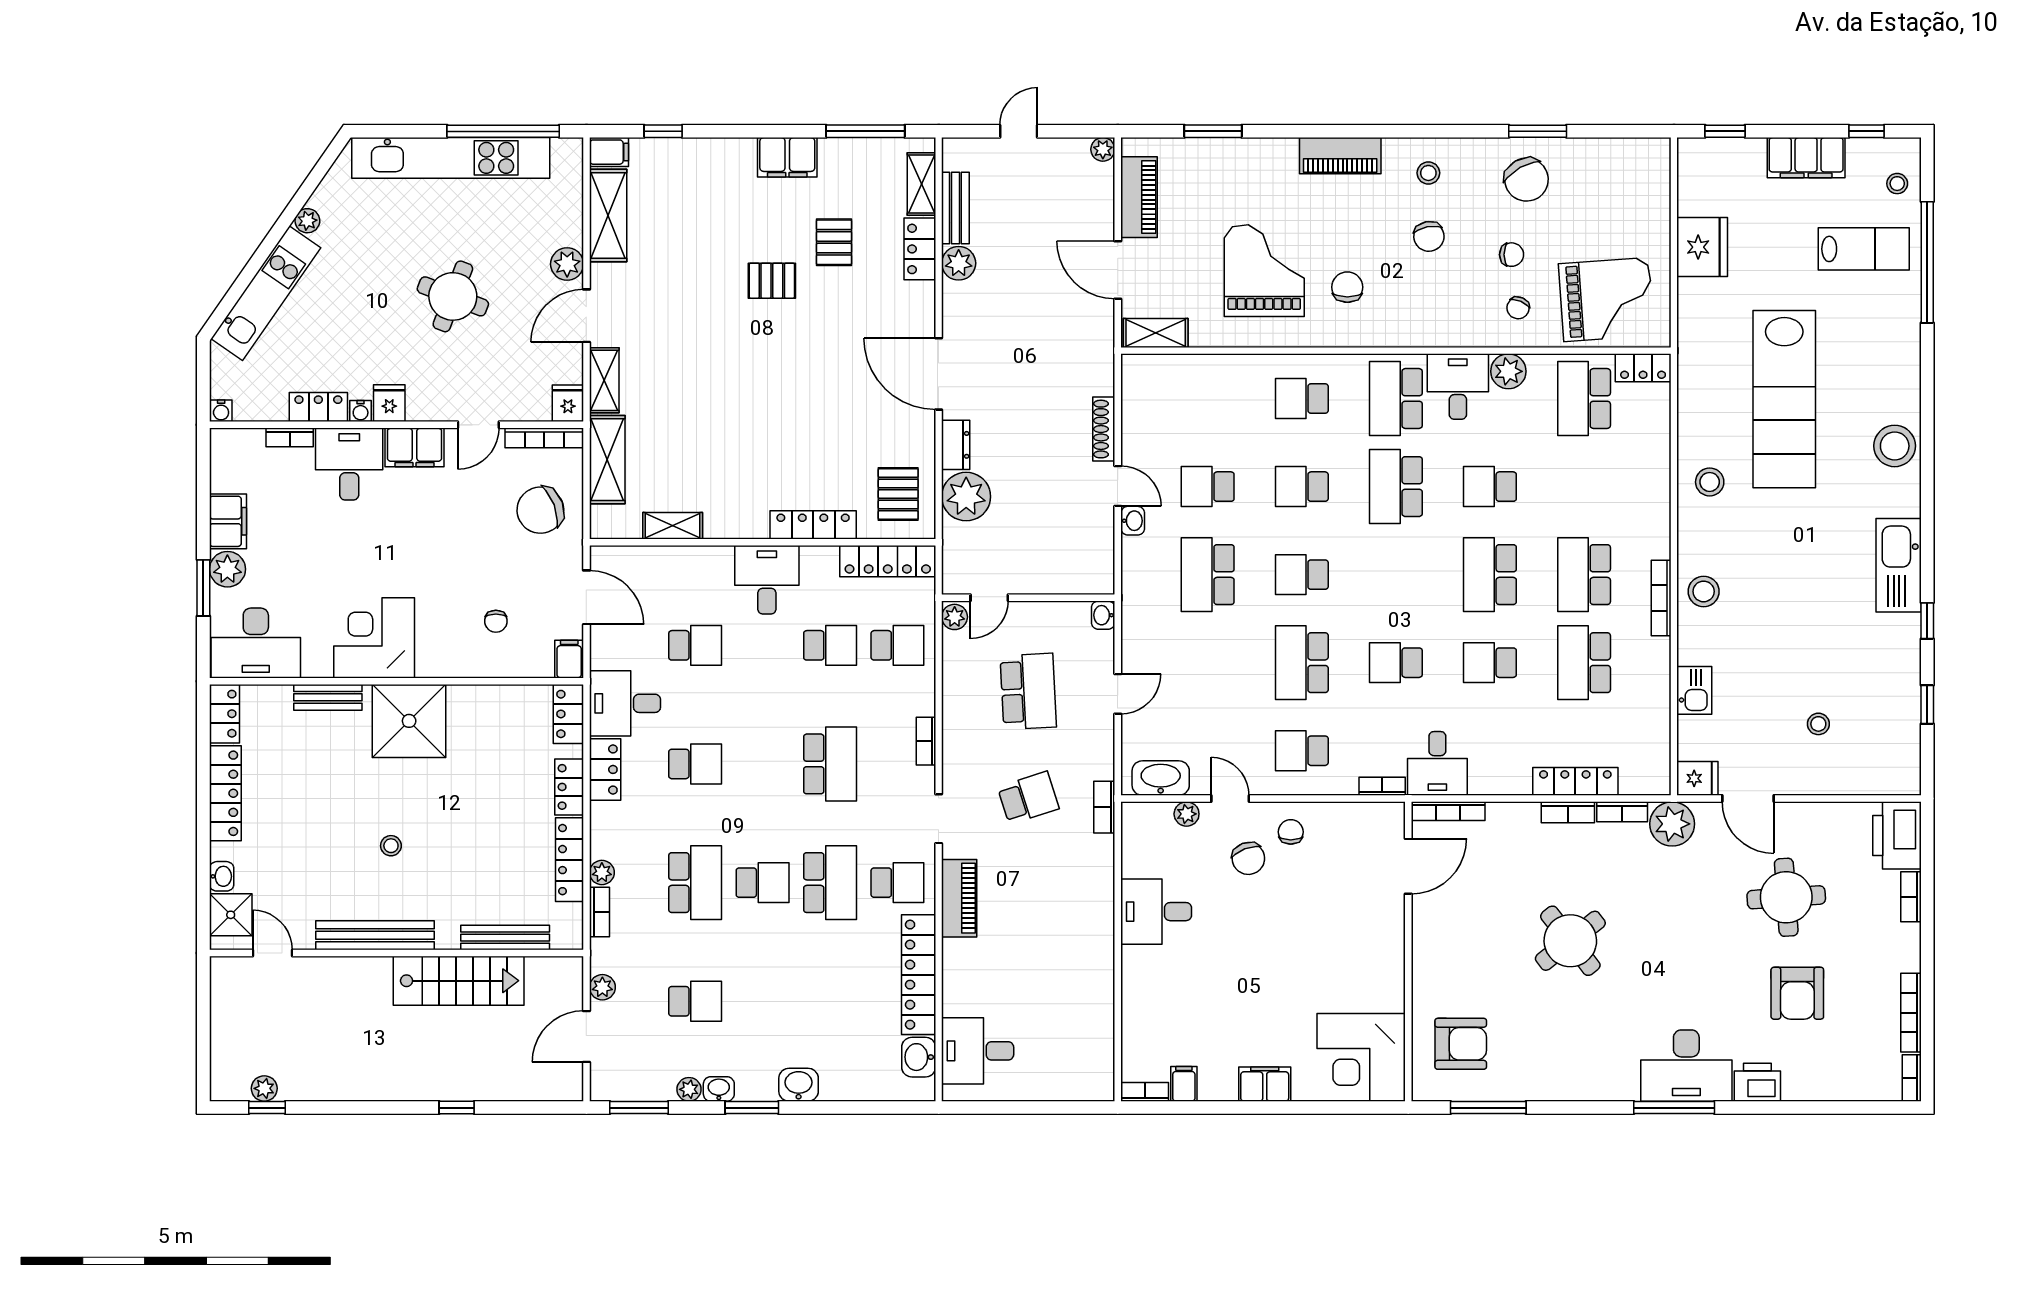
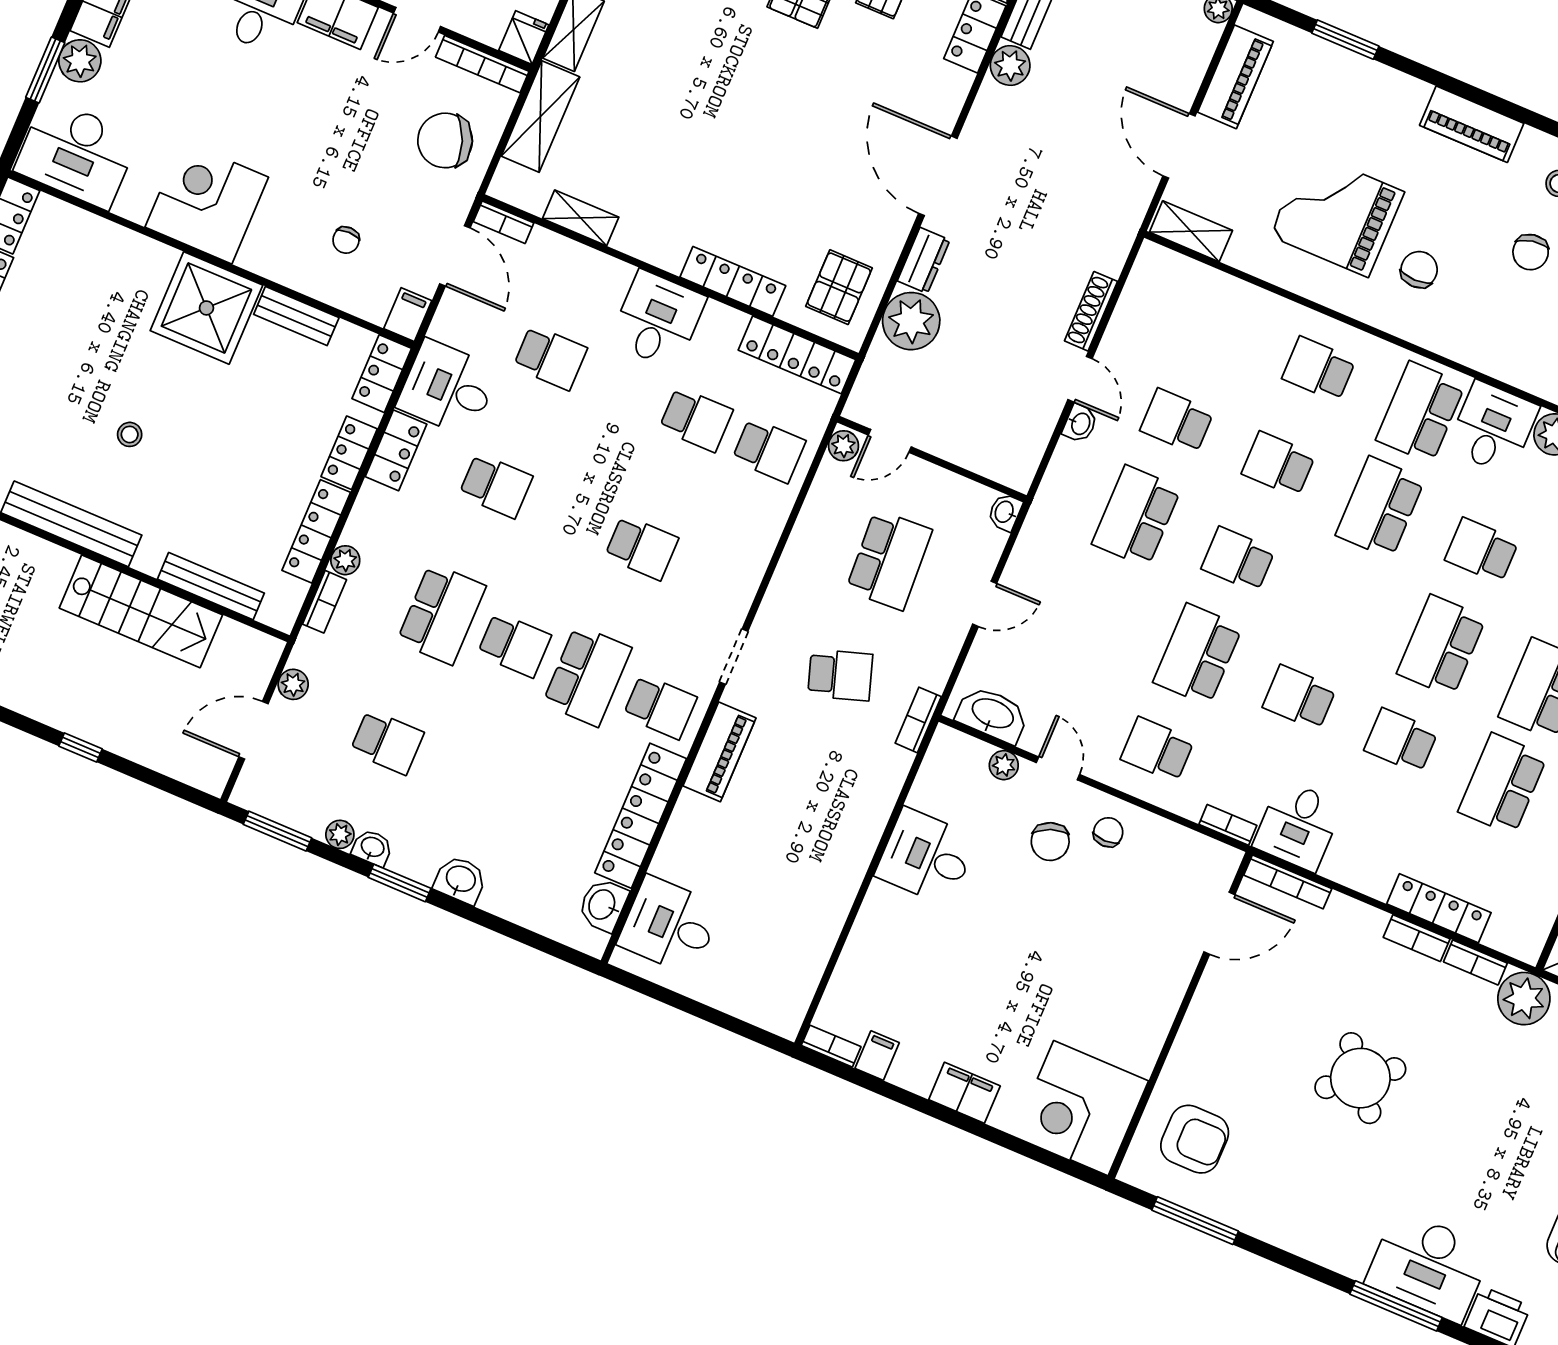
grand piano: (1264, 271) -> (1337, 214), turned -90
bench: (328, 697) -> (296, 316), moved
bookcase: (926, 741) -> (504, 222), moved, turned -90
school desk: (830, 764) -> (642, 548), width x0.54

